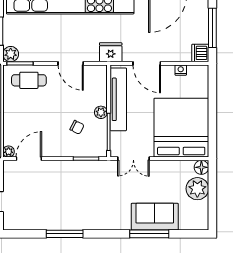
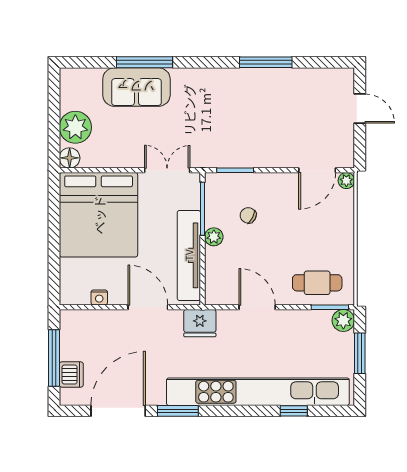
dishwasher: (200, 53) -> (71, 375), moved

